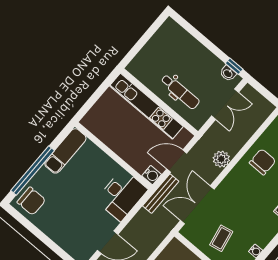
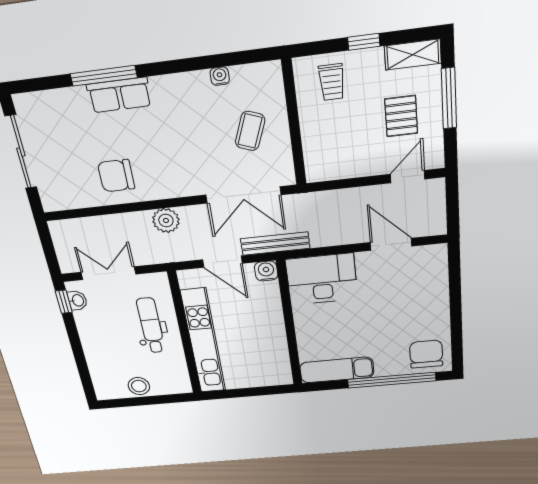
stool: (155, 46) -> (139, 386), added
coffee table: (221, 238) -> (250, 131), turned -58

